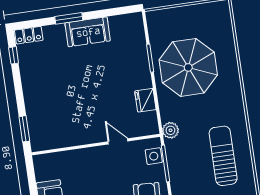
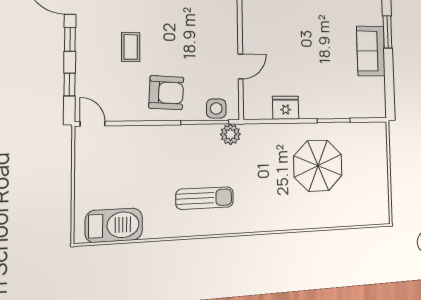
parasol: (188, 67) -> (318, 166), width x0.73, depth x0.73
plant: (170, 130) -> (230, 134), moved
sun lounger: (223, 156) -> (205, 198), width x0.73, depth x0.75

